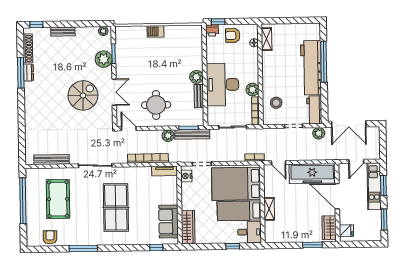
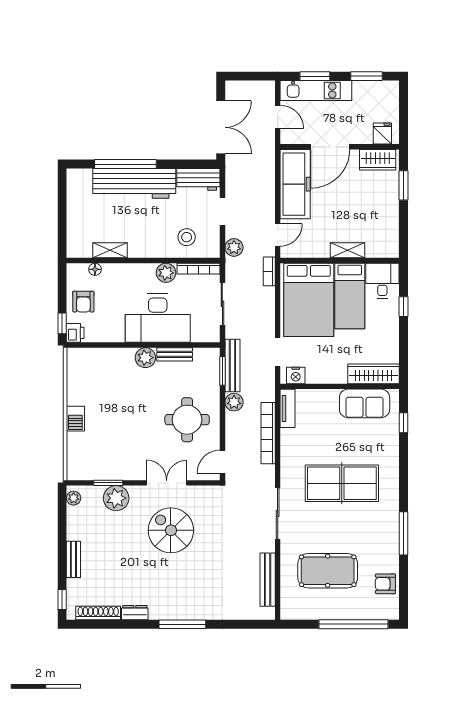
shelving: (267, 39) -> (110, 250), moved
window: (21, 73) -> (182, 624), moved
plant: (319, 133) -> (234, 247), moved
window: (23, 201) -> (353, 624), moved

